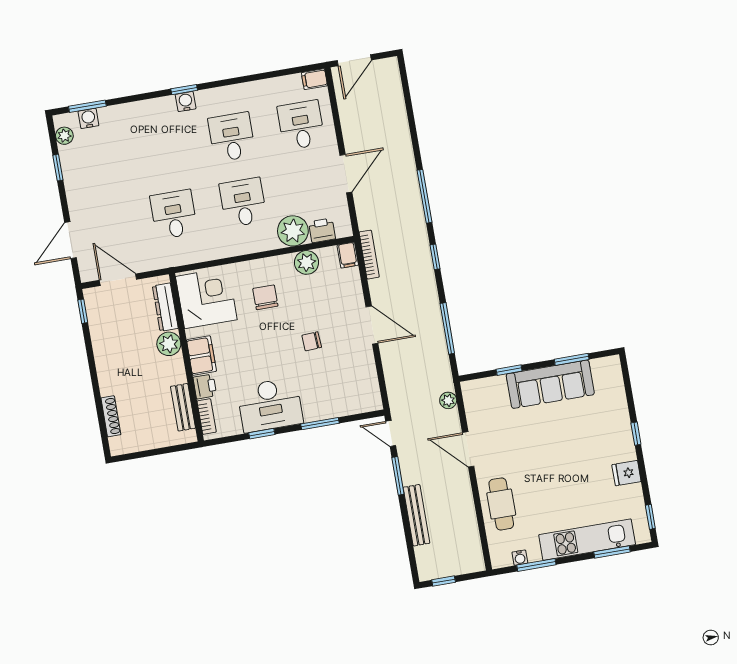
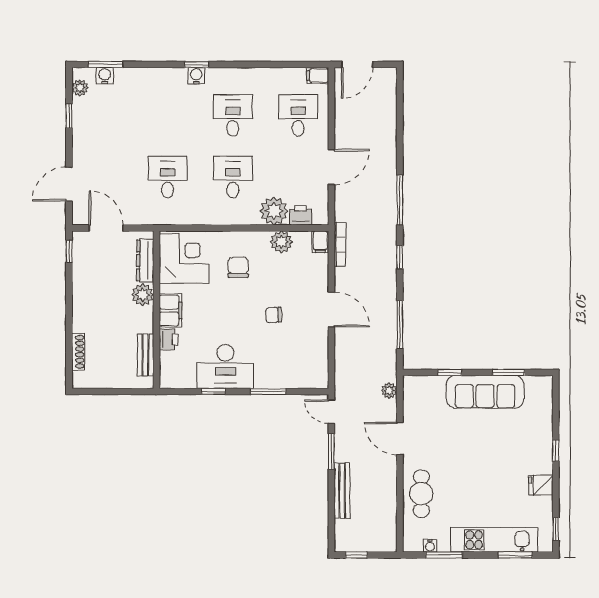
bookcase: (207, 417) -> (166, 367), removed

